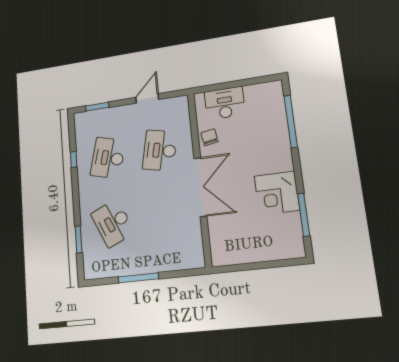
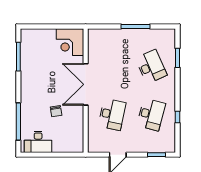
desk: (225, 103) -> (38, 142), moved
chair: (209, 137) -> (56, 111), moved
corner desk: (277, 193) -> (70, 42), moved, turned 180

